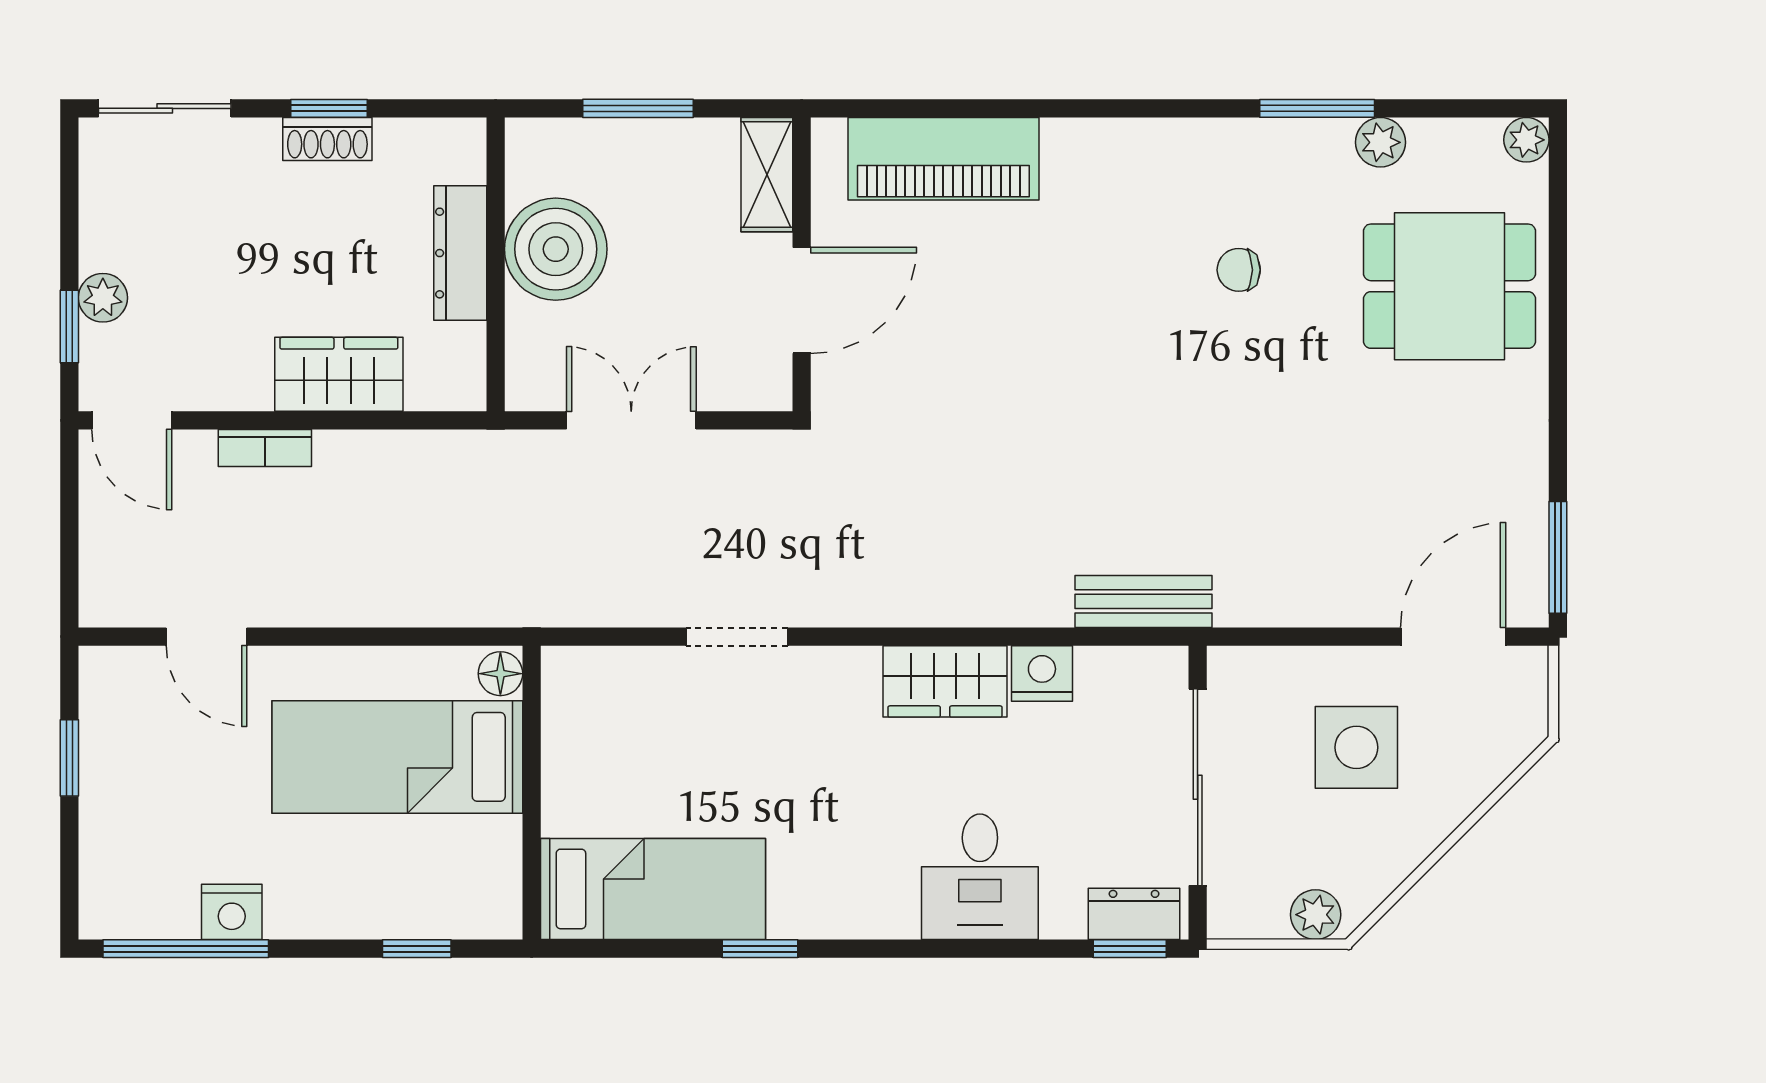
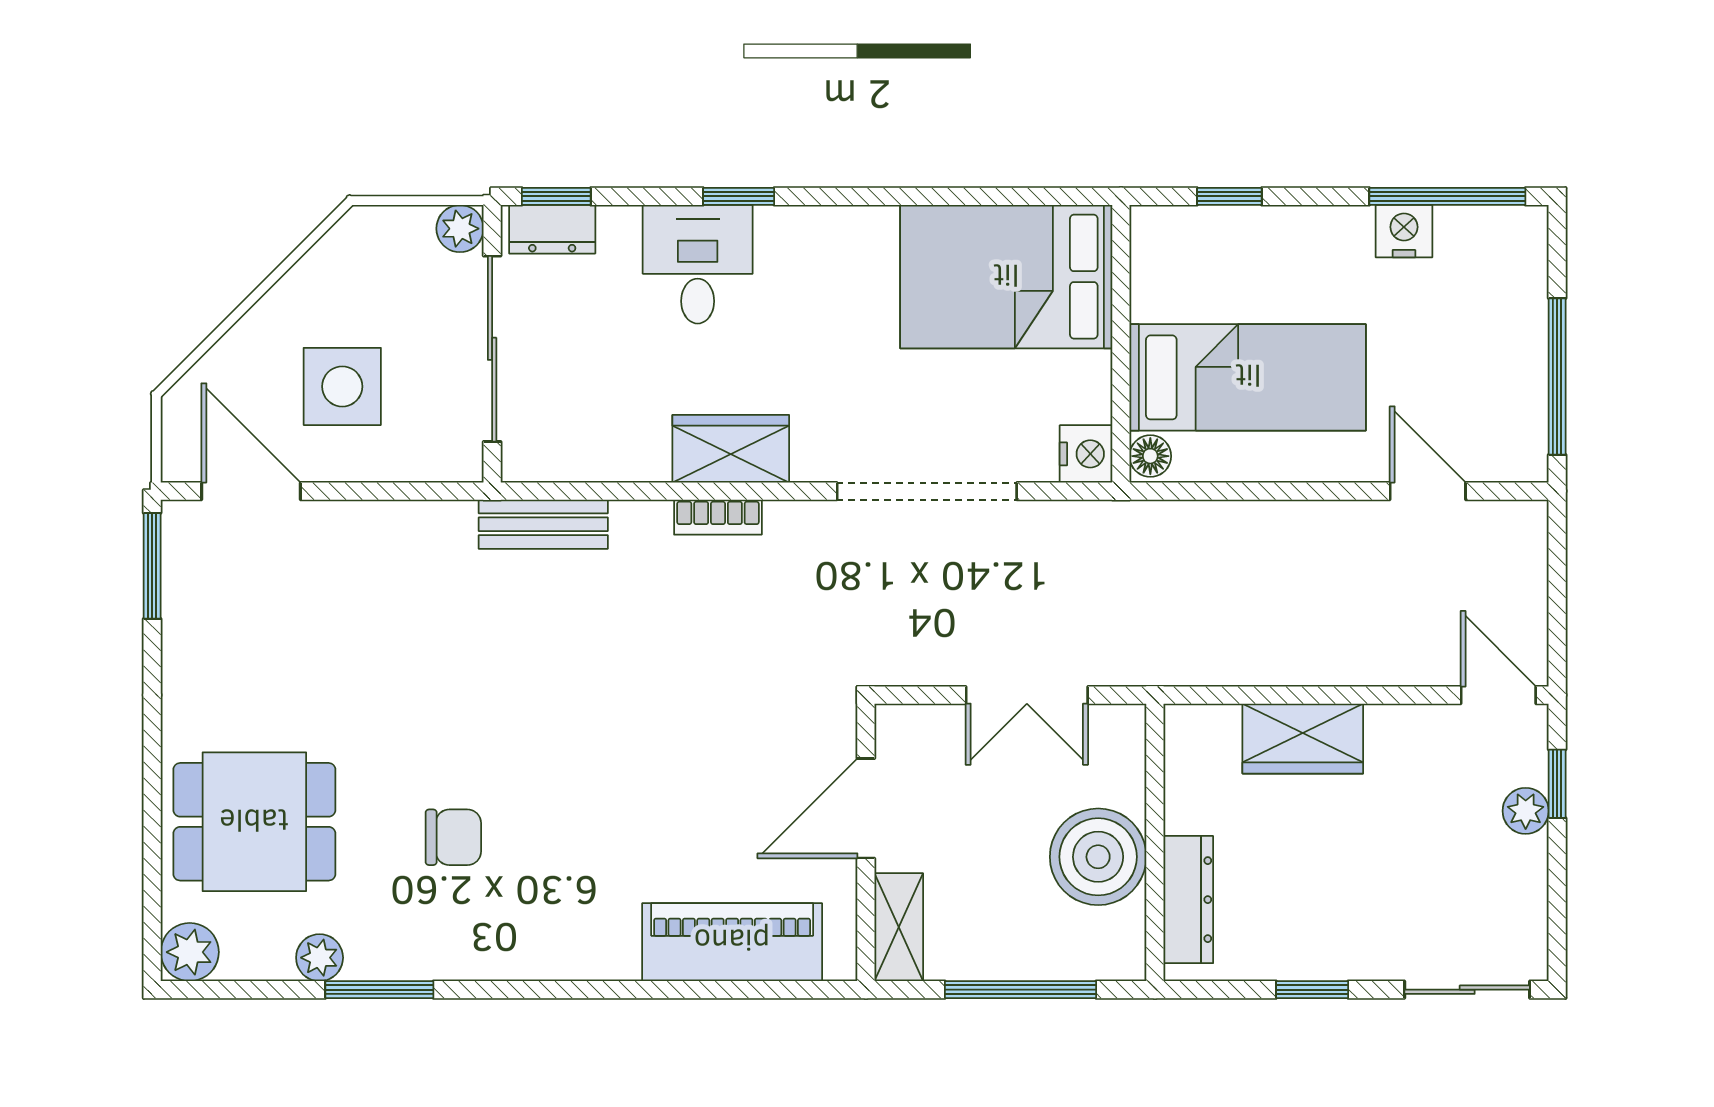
window: (638, 108) -> (1021, 990), width x1.44
shoe rack: (327, 139) -> (1314, 961), removed
plant: (1526, 140) -> (190, 952), width x1.38, depth x1.38
dresser: (460, 253) -> (1188, 900), moved
chair: (1239, 270) -> (453, 837), width x1.37, depth x1.37
bookcase: (265, 448) -> (718, 517), moved, turned 180
doorway: (737, 637) -> (927, 491), width x1.87
door: (1453, 637) -> (251, 491), swing flipped
nightstand: (1042, 673) -> (1086, 454), moved, turned -90
window: (69, 758) -> (1557, 377), width x2.17
bed: (653, 889) -> (1006, 277), width x1.50
plant: (1316, 915) -> (460, 229), moved
window: (760, 949) -> (739, 196), moved

